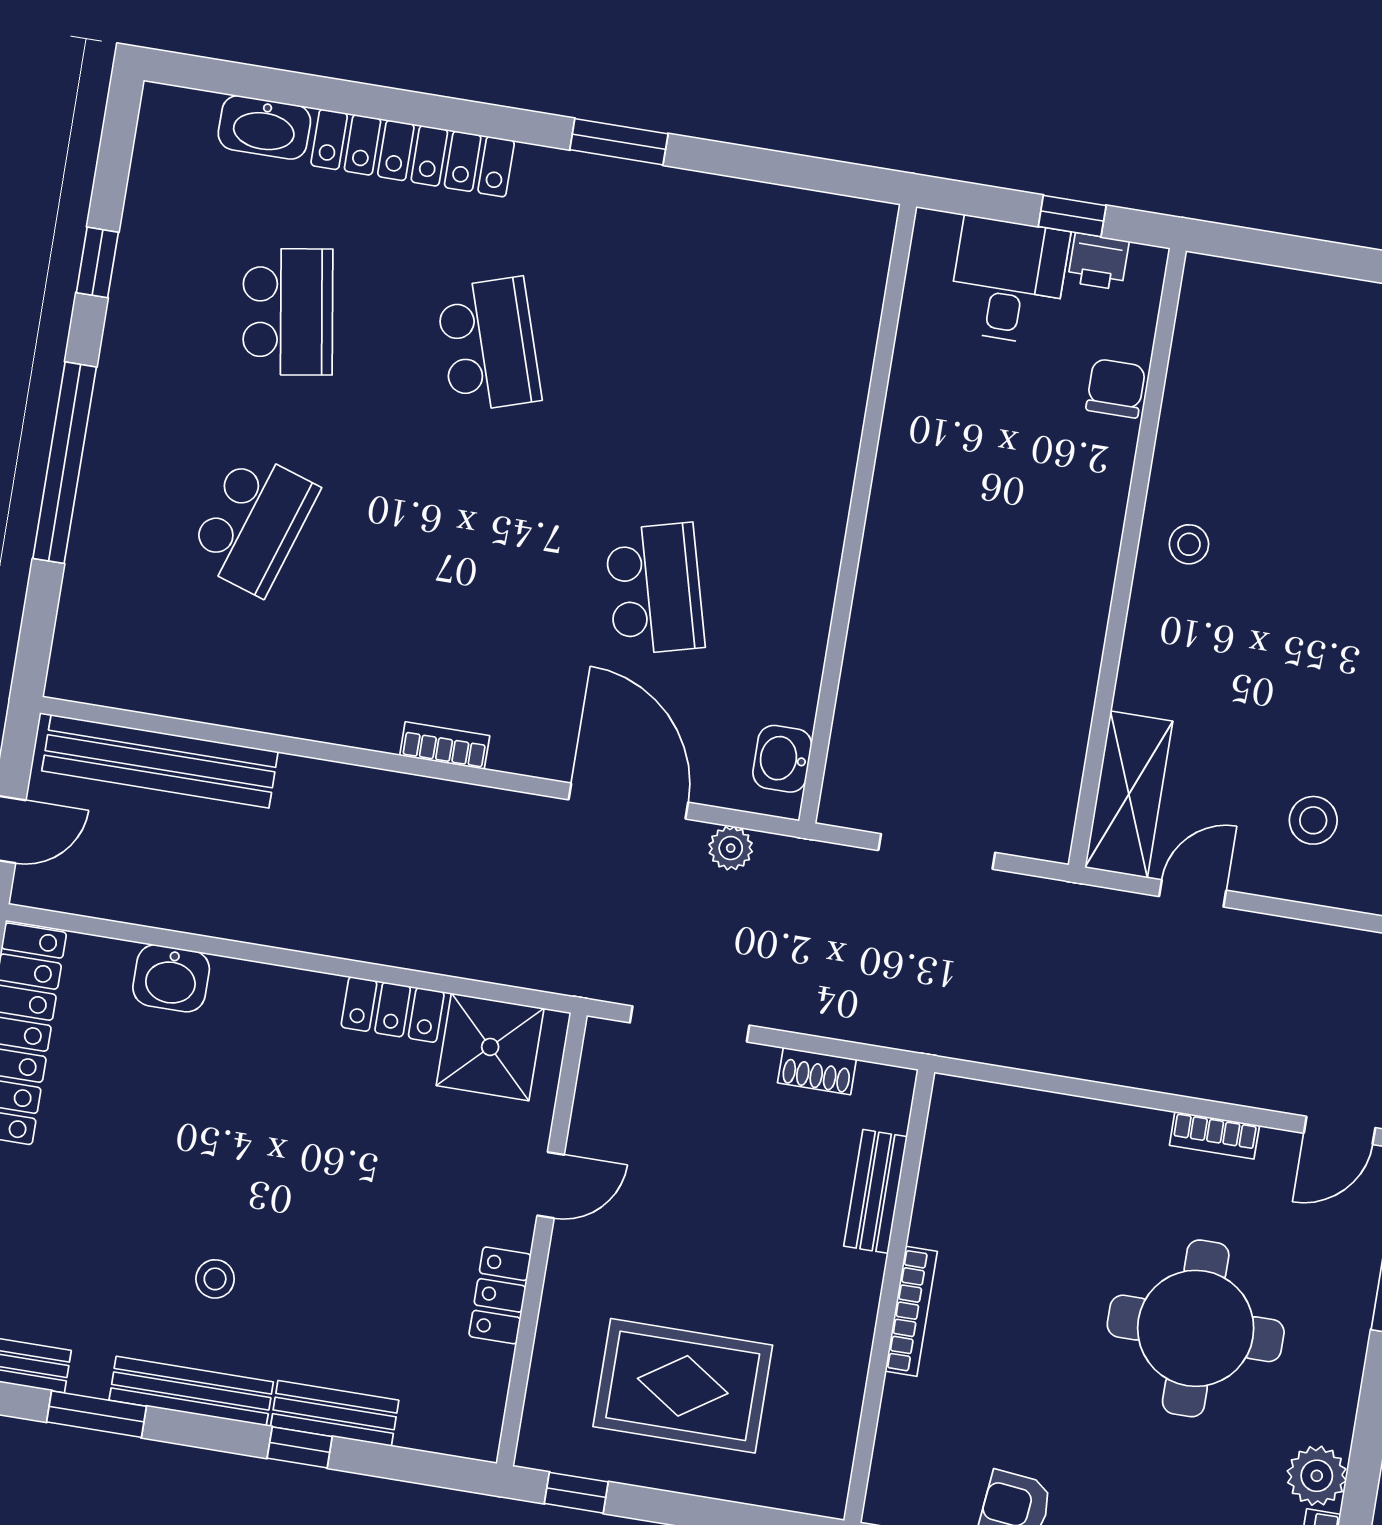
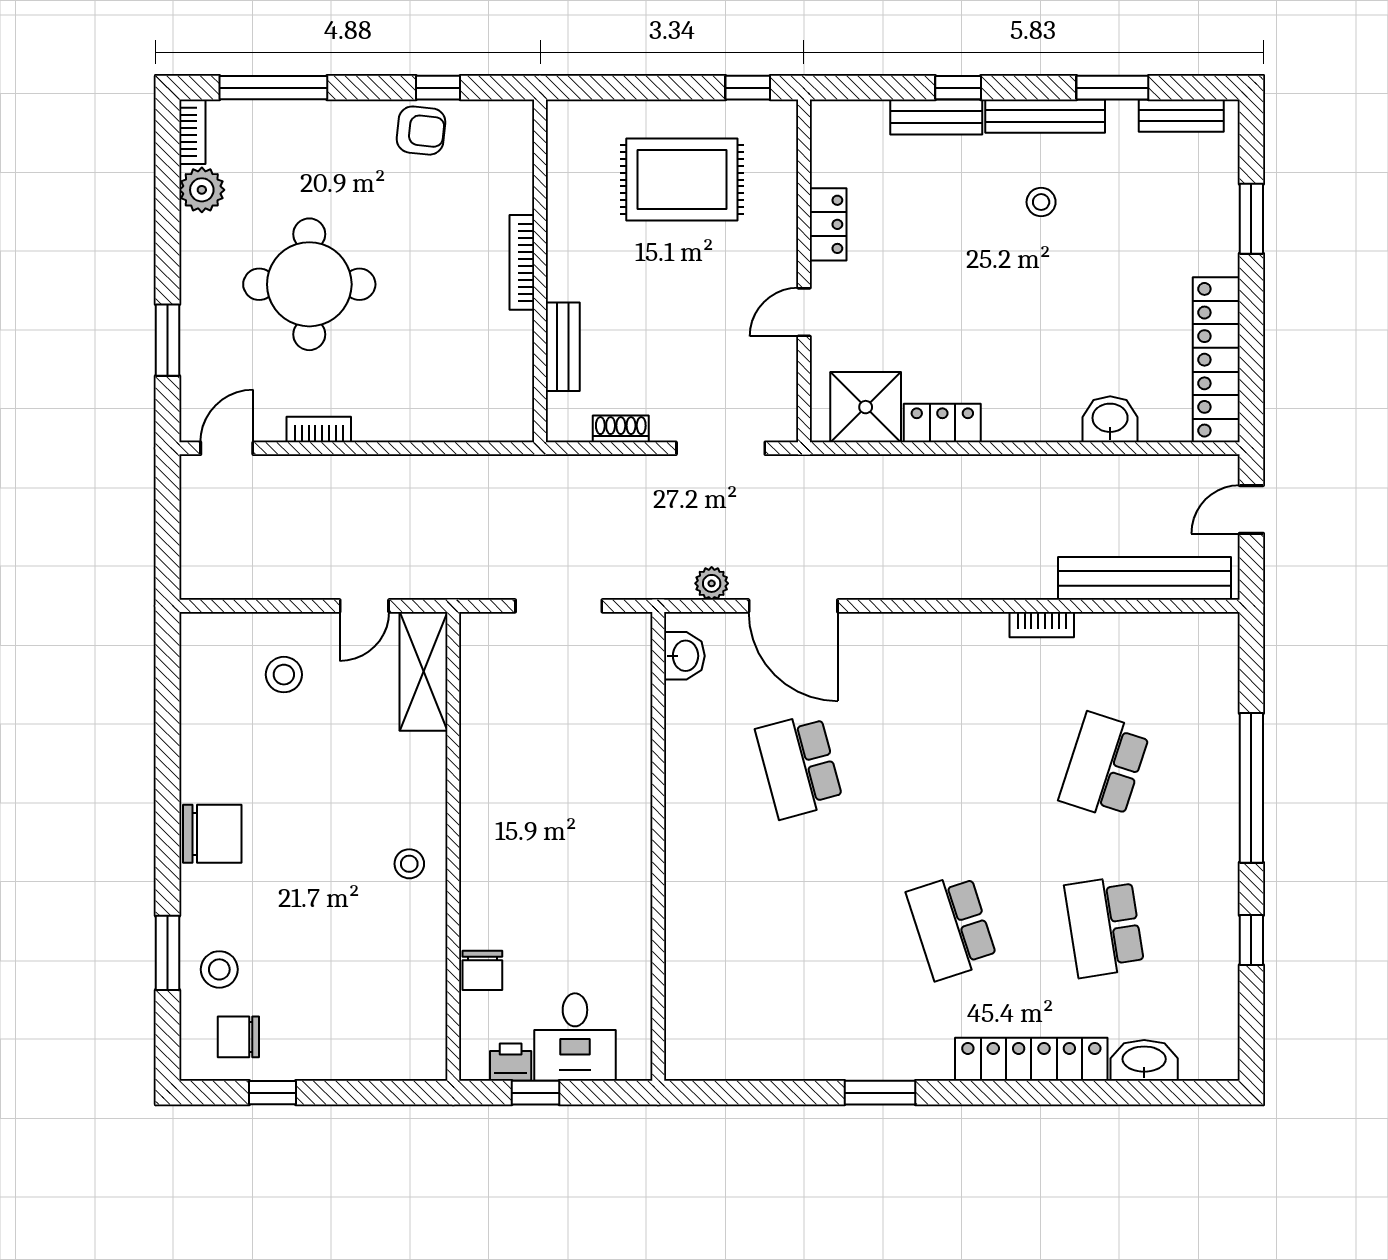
bookcase: (445, 746) -> (1042, 625), moved

